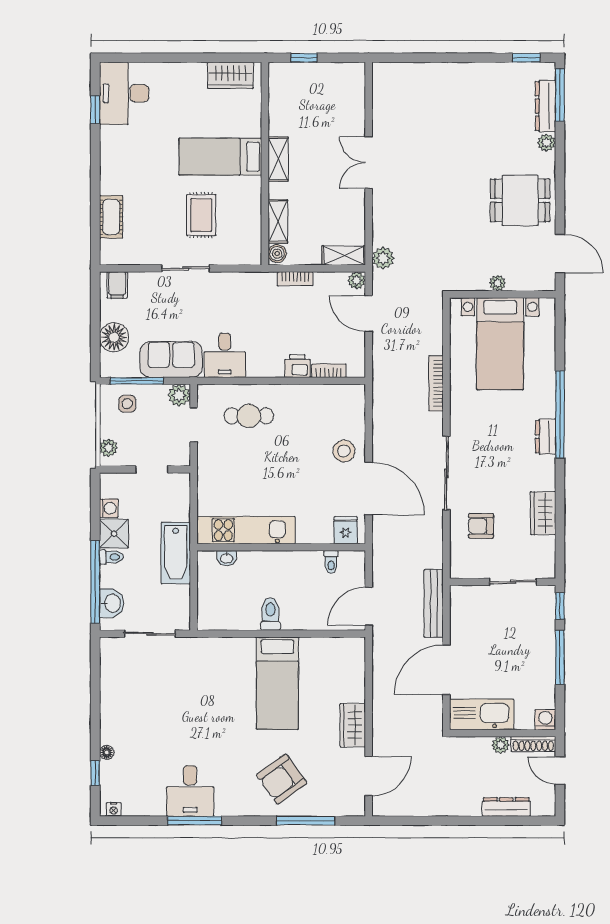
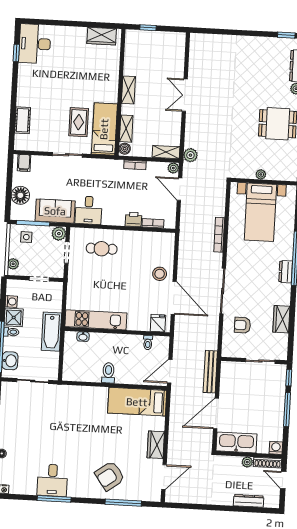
bed: (220, 157) -> (104, 129), moved, turned 90
bed: (277, 683) -> (137, 402), moved, turned 90

